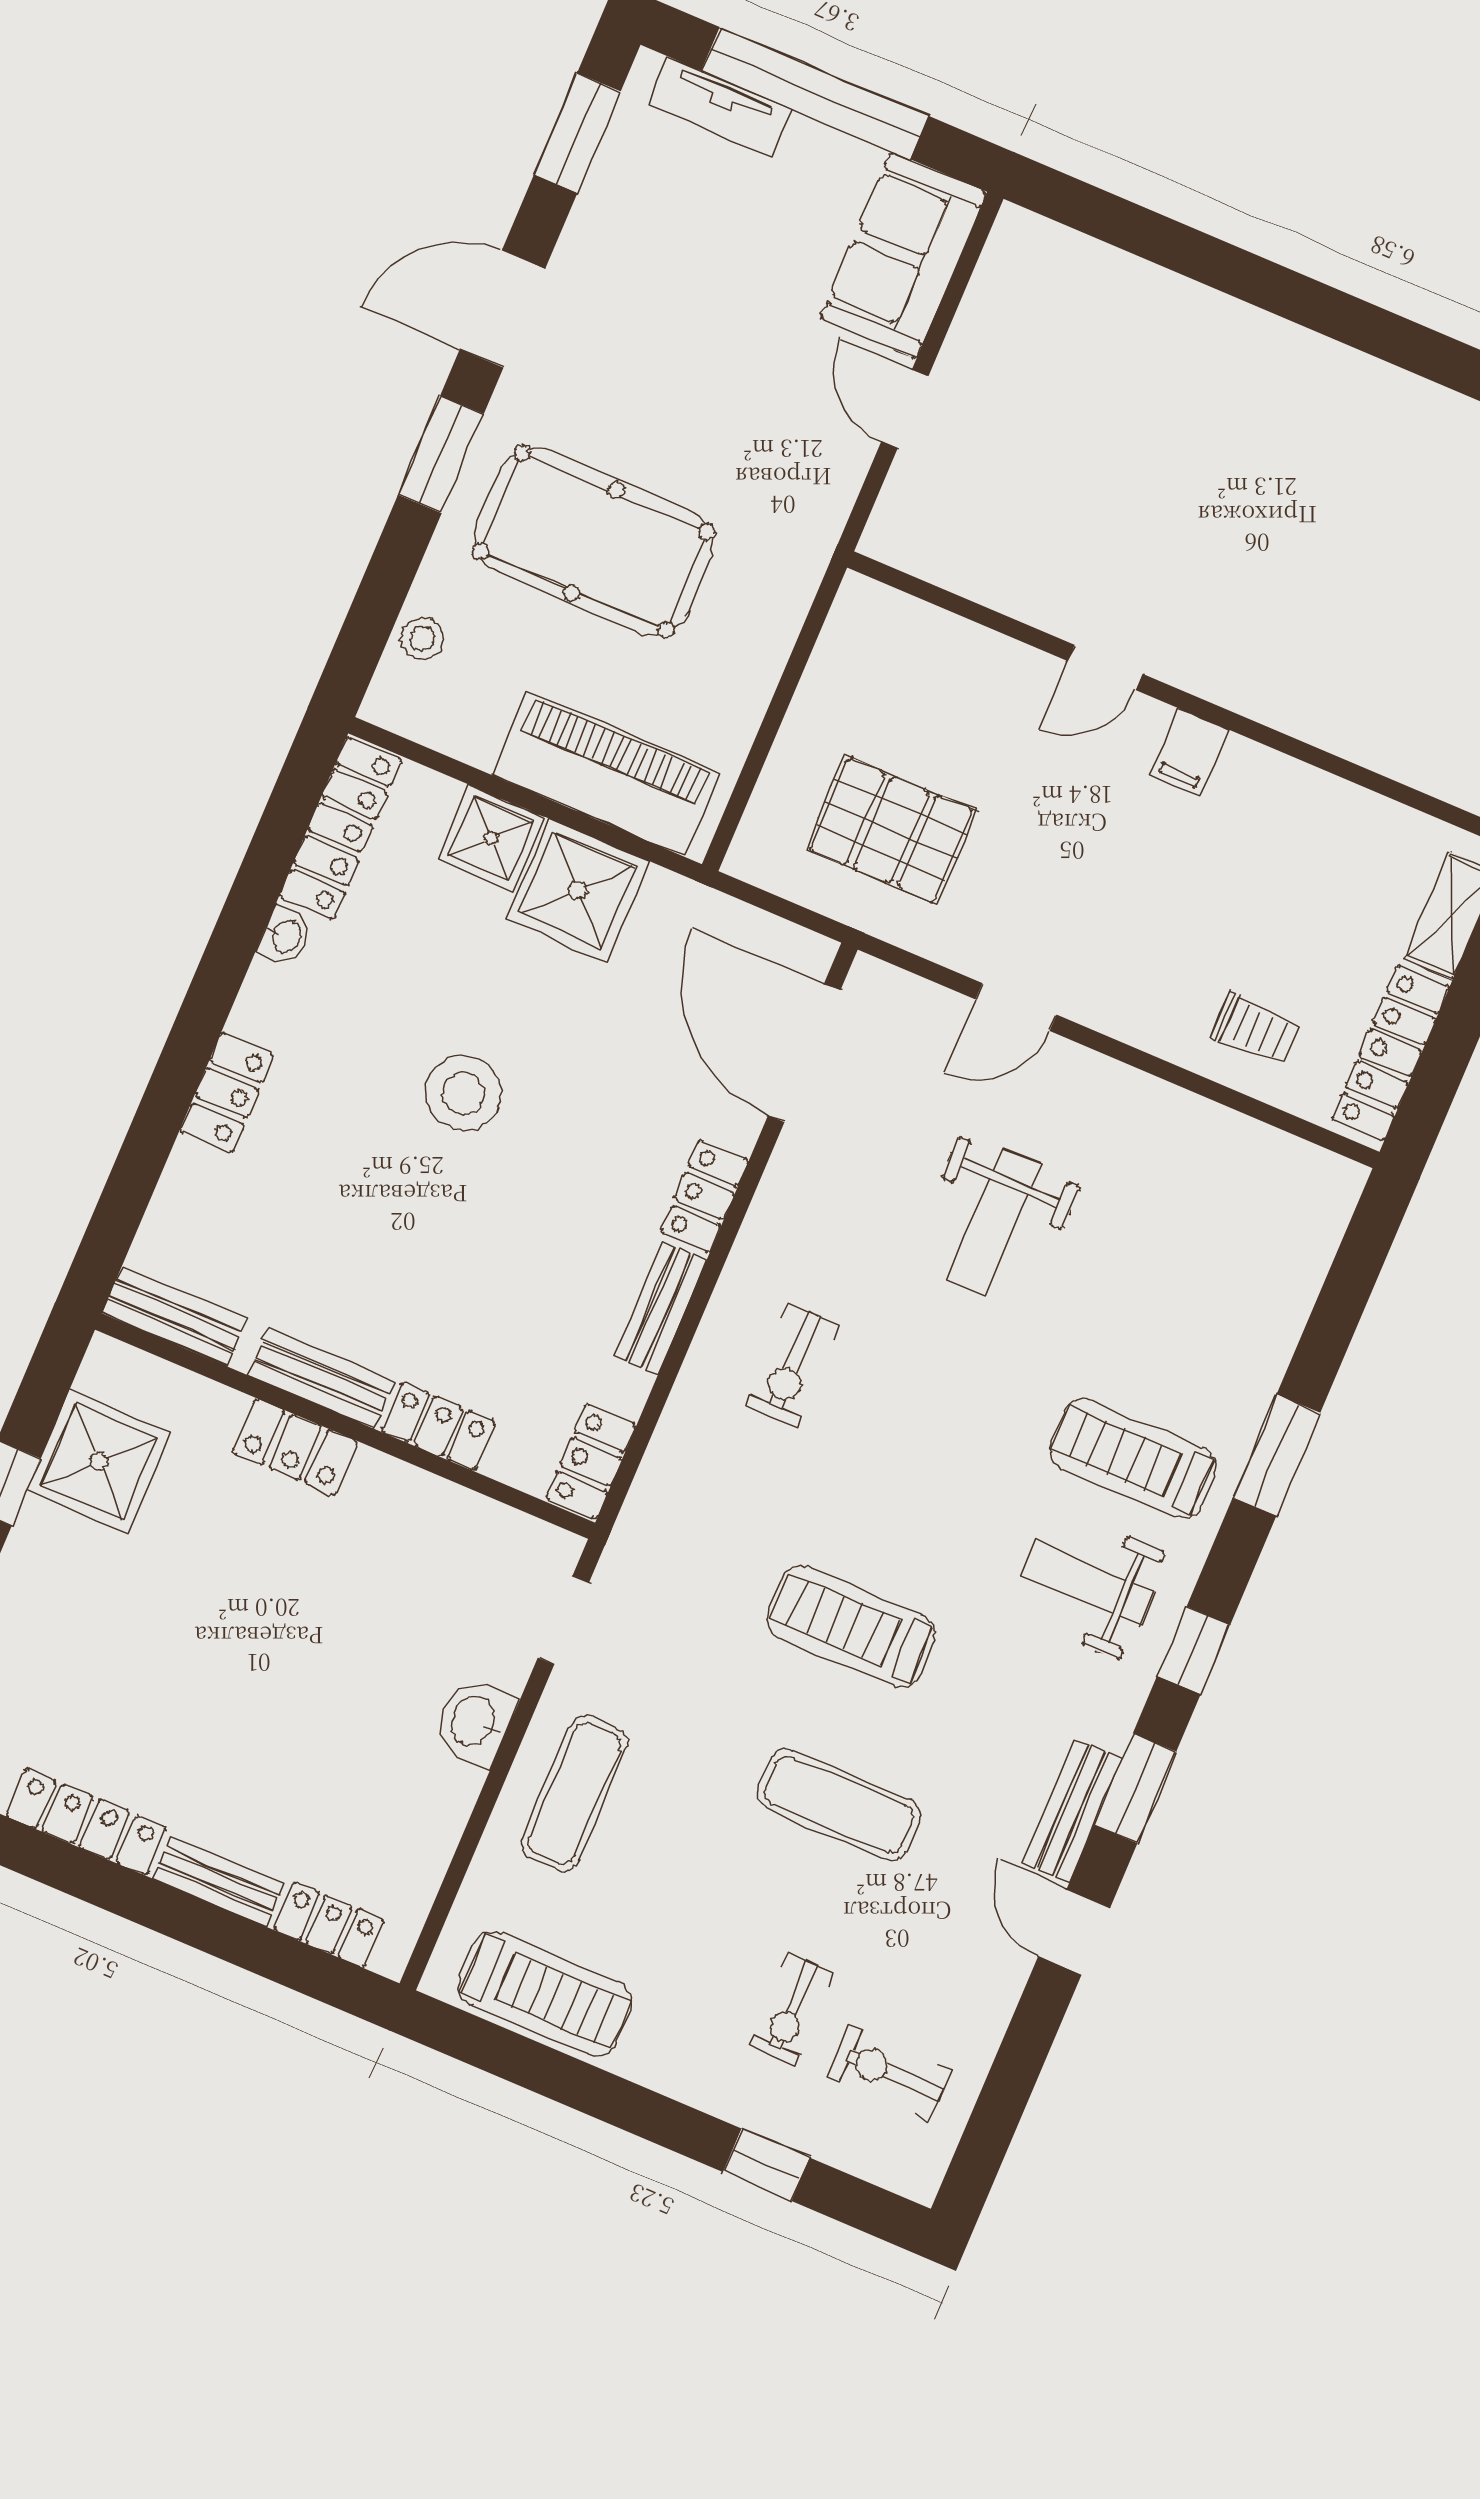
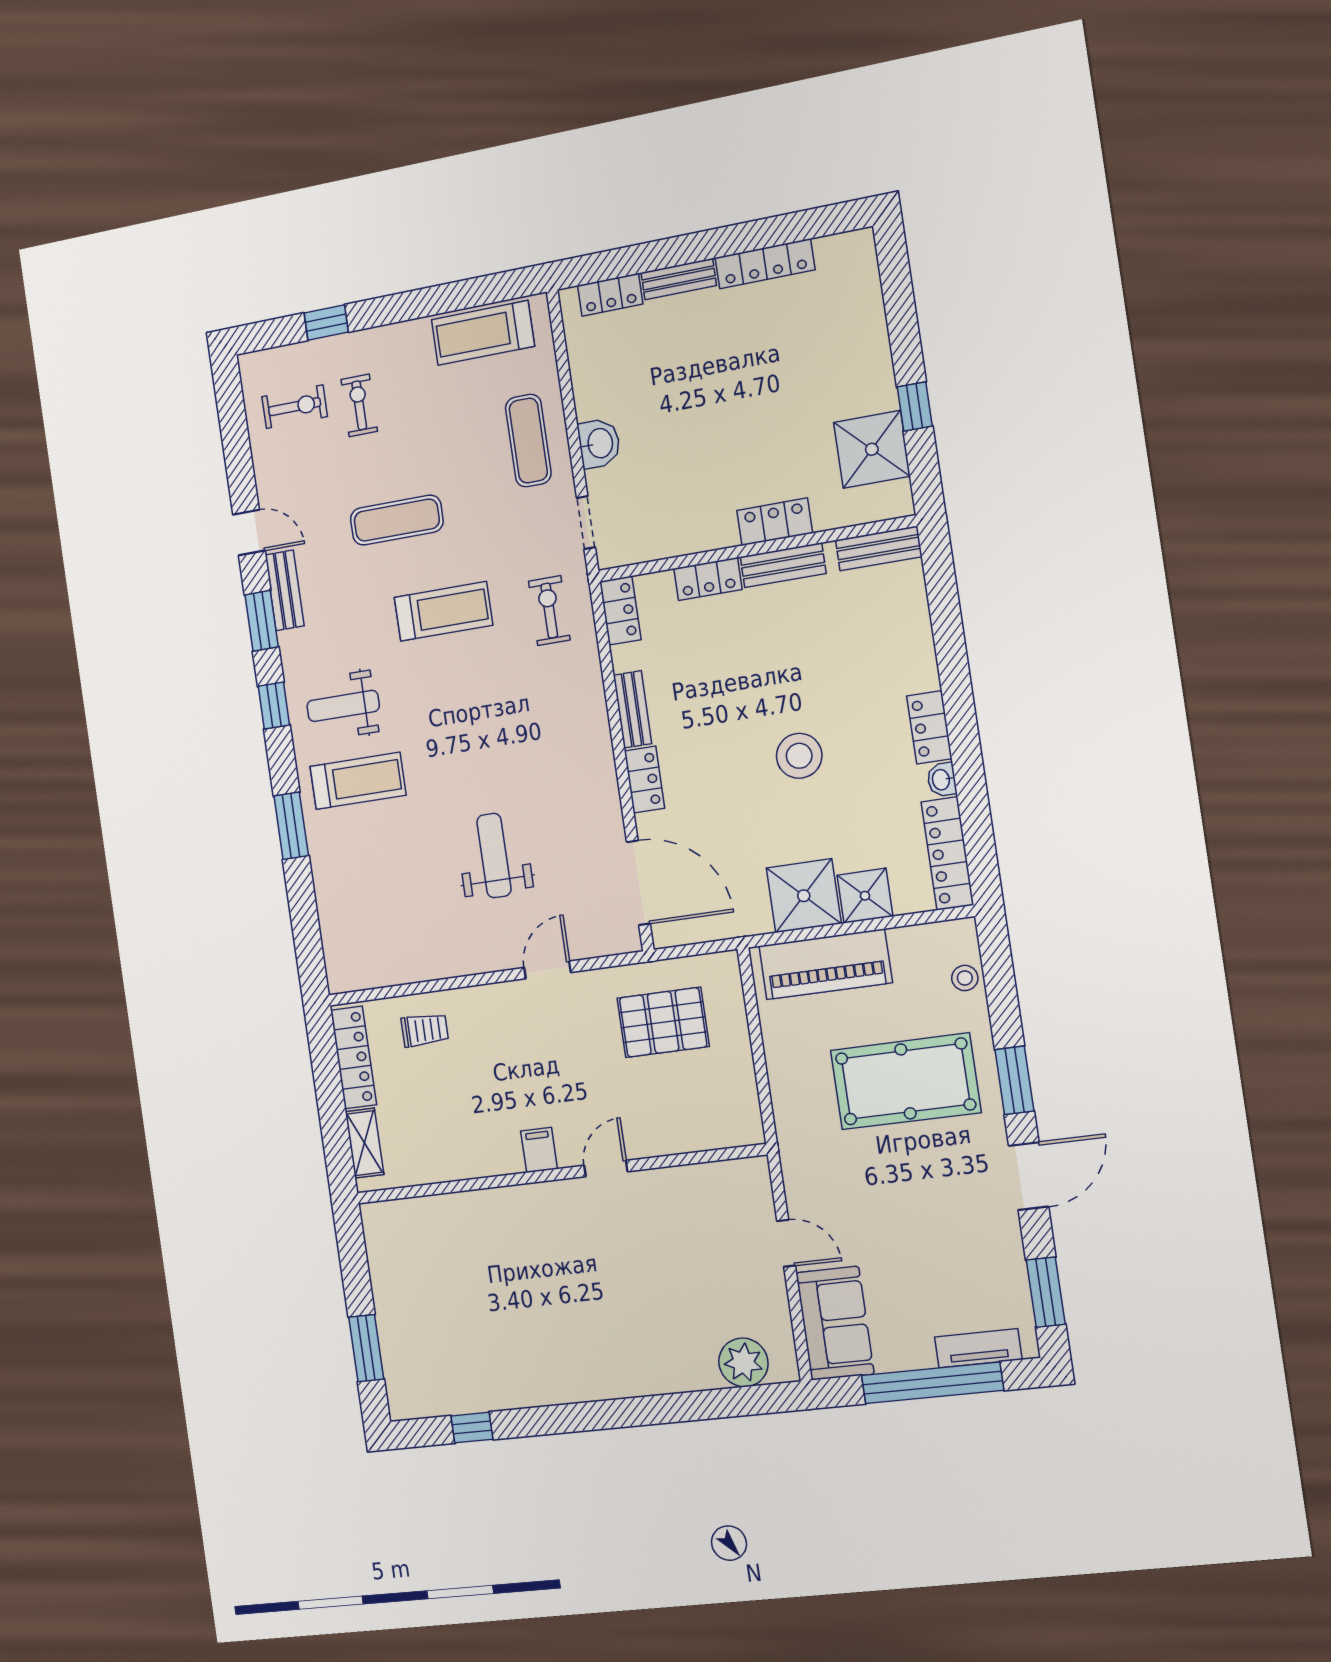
plant: (1072, 273) -> (743, 1362), added
trolley: (1255, 1029) -> (425, 1030), turned 180
locker: (227, 1093) -> (929, 727), moved
exercise bike: (793, 1366) -> (549, 611), moved
weight bench: (1088, 1583) -> (343, 706), turned 180

